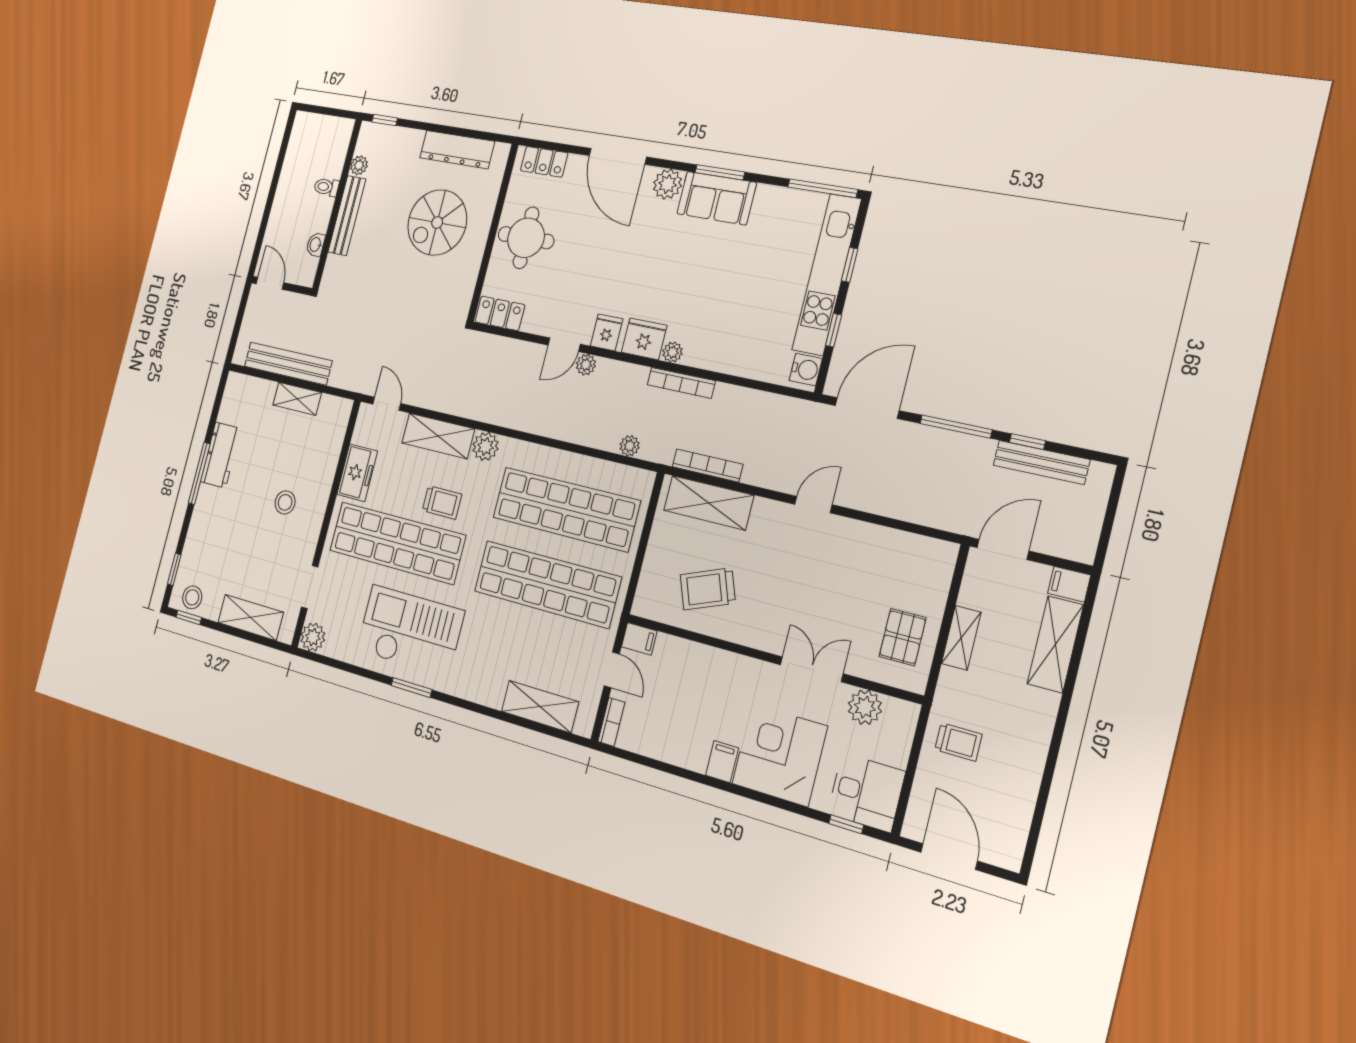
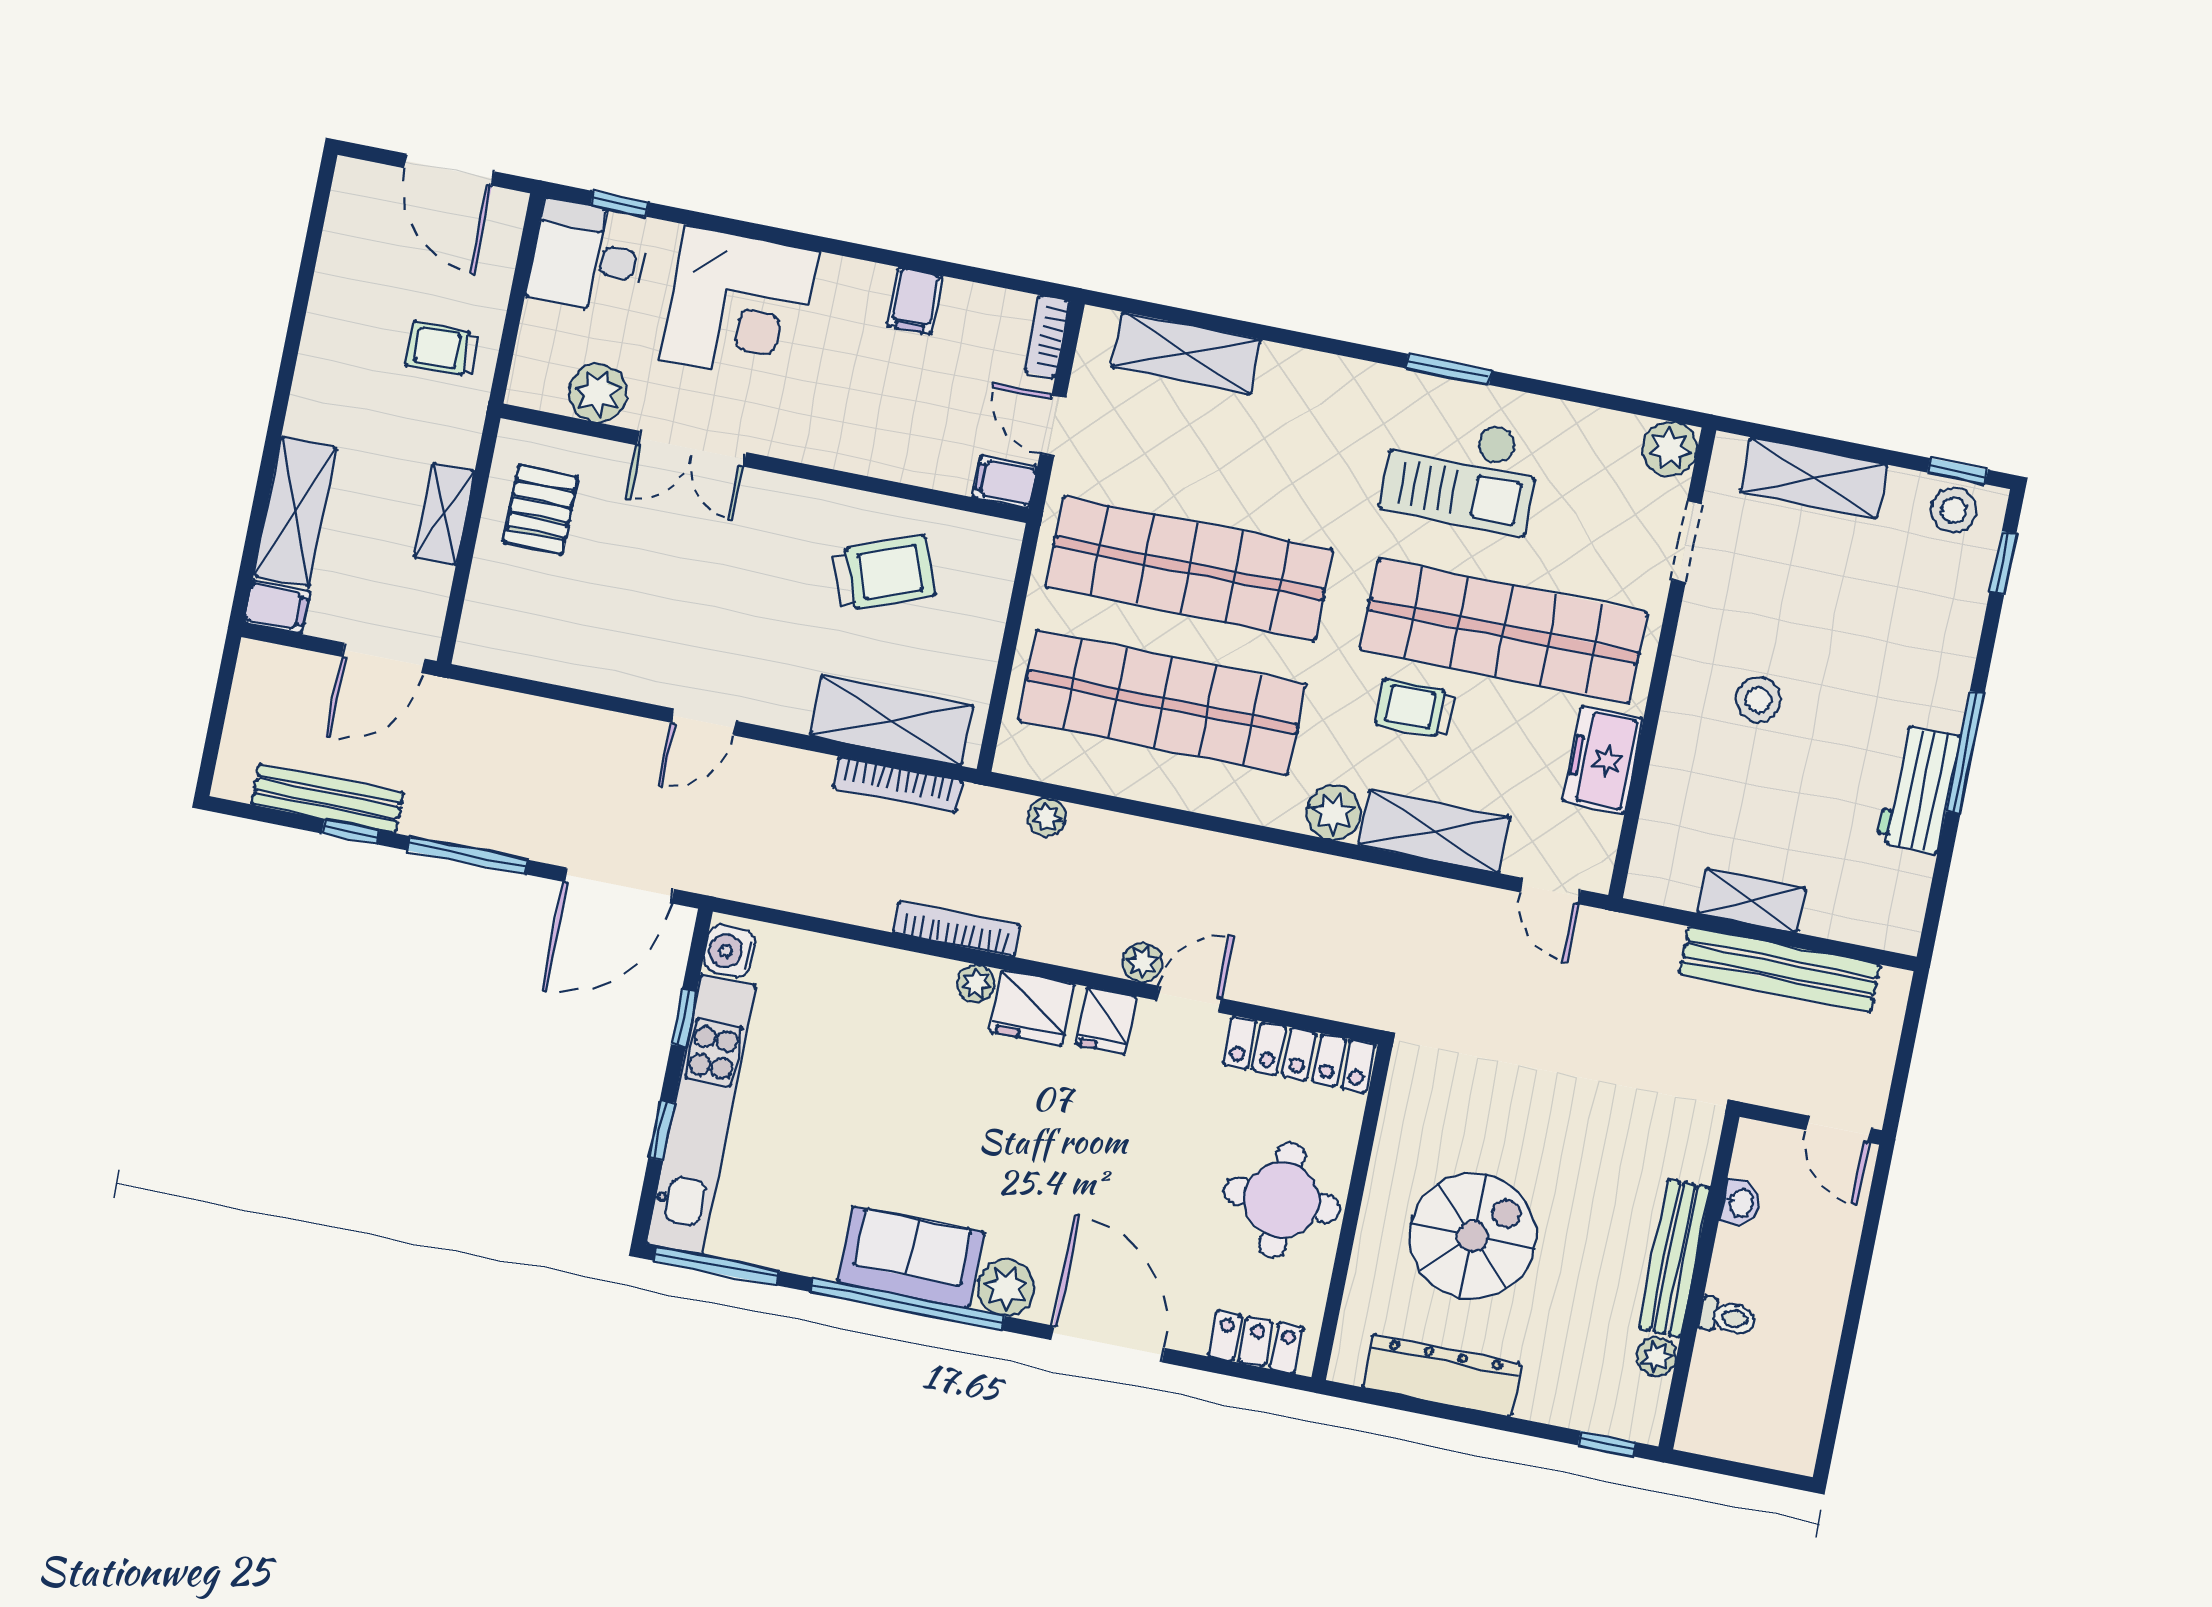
window: (720, 172) -> (907, 1304), width x2.11
locker: (500, 313) -> (1299, 1054), width x1.53
checkout: (410, 631) -> (1461, 472), width x0.73, depth x0.83
filing cabinet: (722, 762) -> (915, 301), moved

